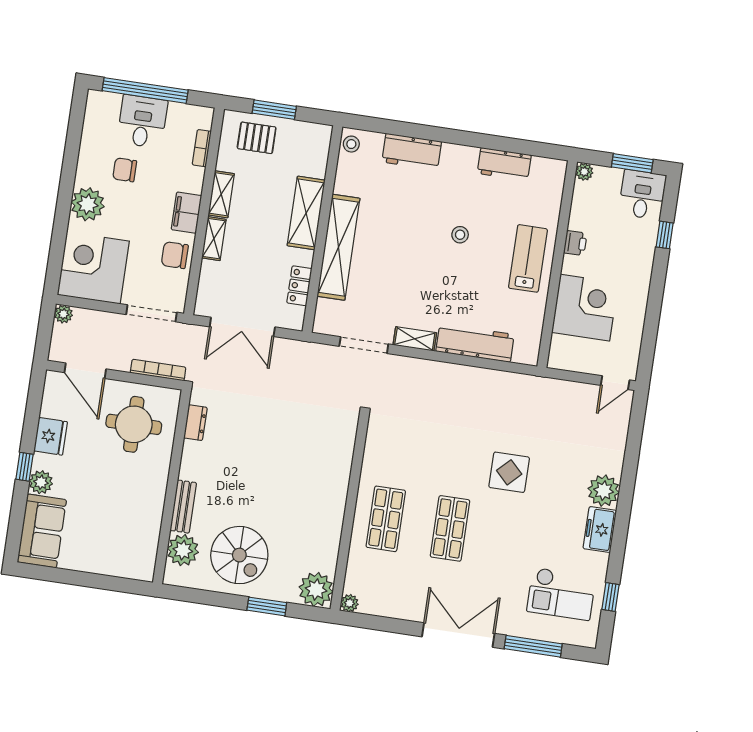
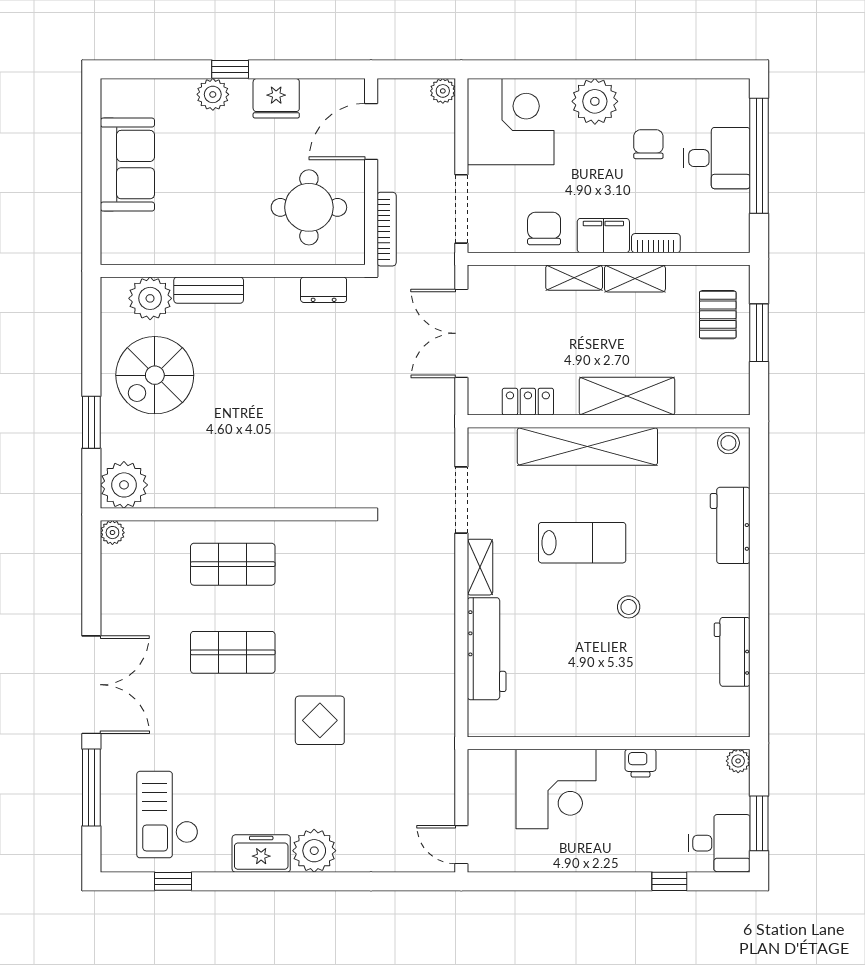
bookcase: (202, 148) -> (656, 243), moved
lab bench: (528, 258) -> (582, 543), moved
sofa: (42, 531) -> (127, 165), moved, turned -90

